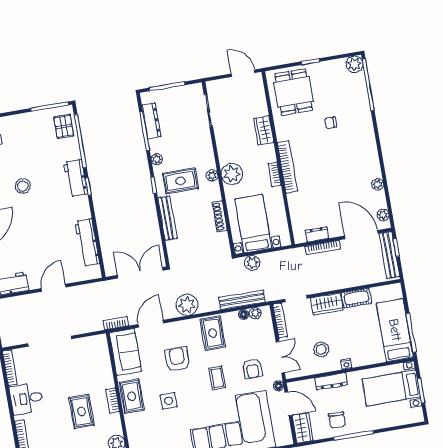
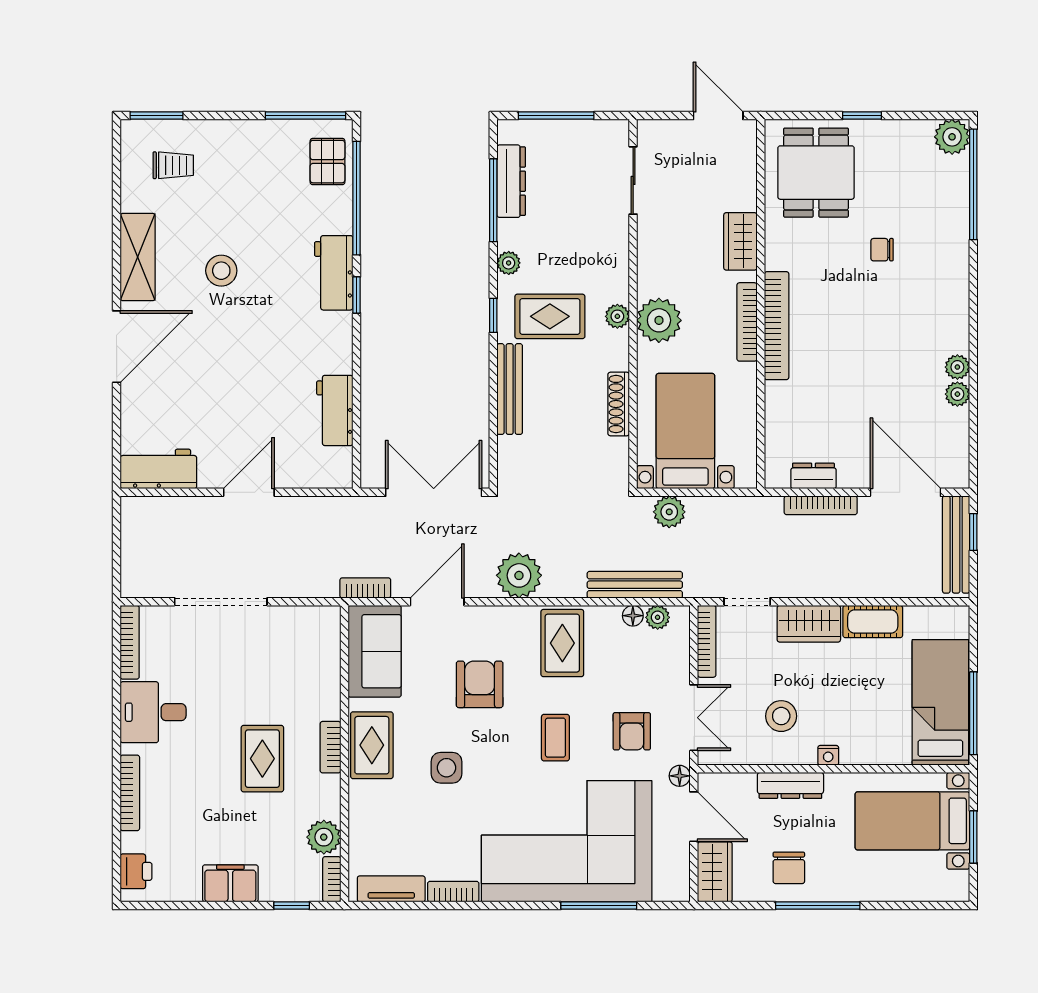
bookcase: (274, 174) -> (747, 322), width x1.56
plant: (383, 215) -> (957, 367), moved
workbench: (87, 242) -> (335, 410), width x0.73

